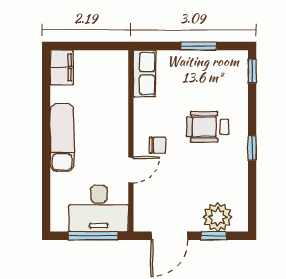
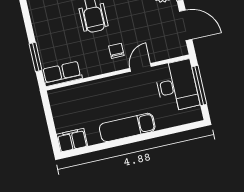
window: (199, 46) -> (36, 57), moved
door: (131, 170) -> (141, 67), hinge flipped

